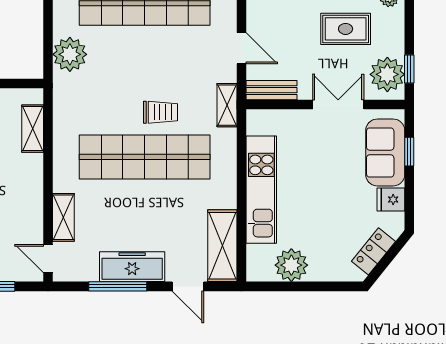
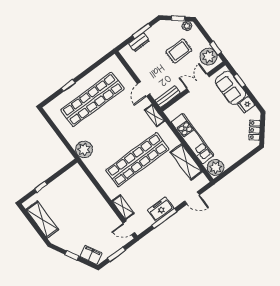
door: (241, 48) -> (144, 89), swing flipped
plant: (70, 54) -> (84, 149), moved
trolley: (160, 112) -> (130, 138), removed
shelving: (33, 129) -> (85, 181), removed
shelving: (222, 246) -> (186, 162), moved
plant: (291, 265) -> (216, 168), moved
freezer: (132, 267) -> (161, 209), width x0.71

